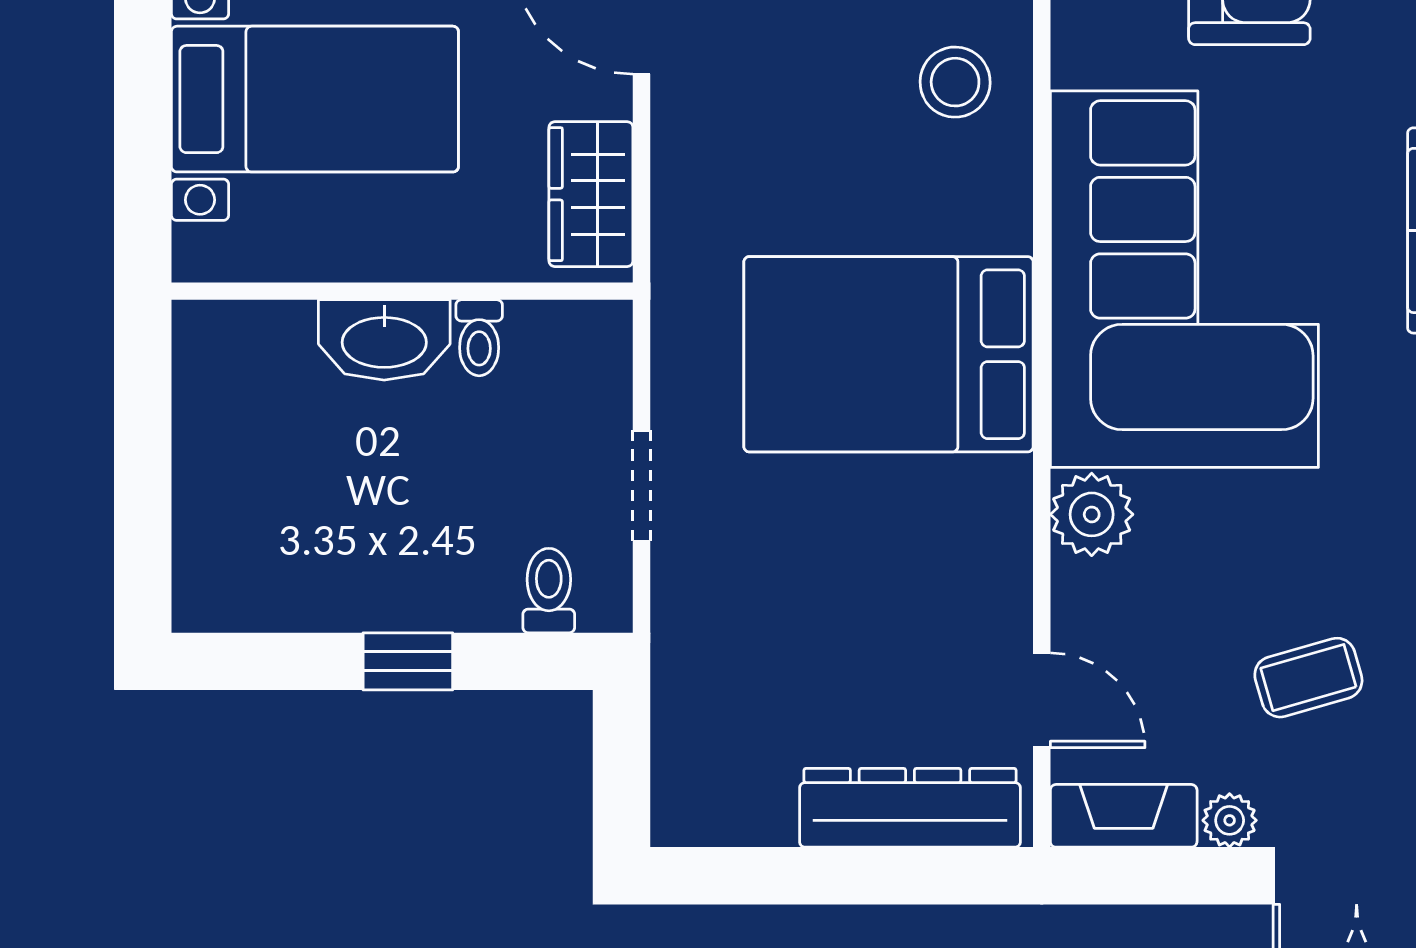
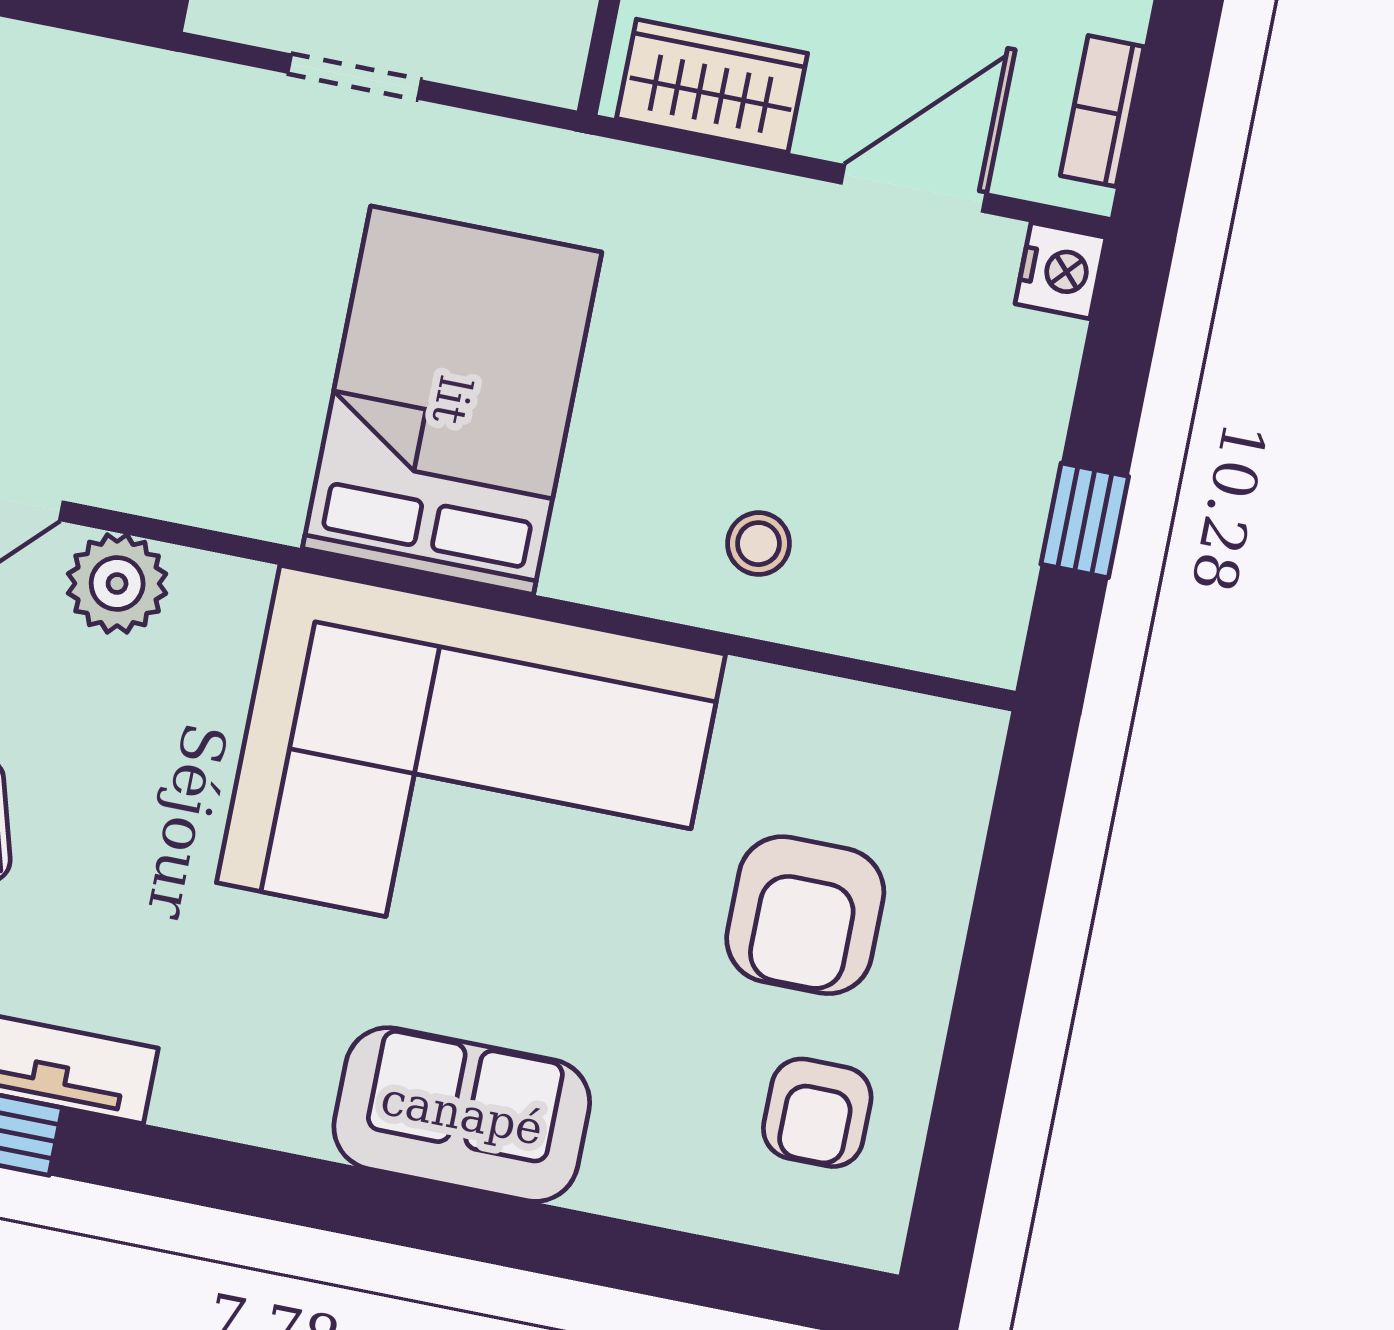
stool: (955, 82) -> (759, 544), width x0.73, depth x0.73
plant: (1092, 514) -> (117, 584), moved

